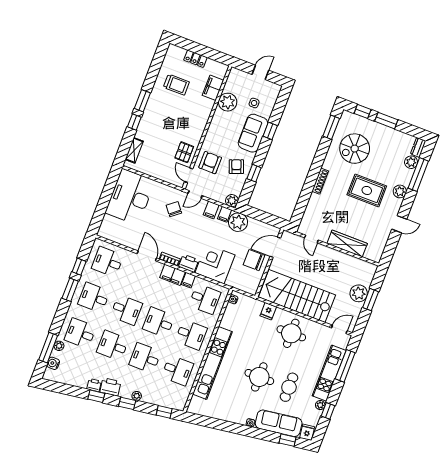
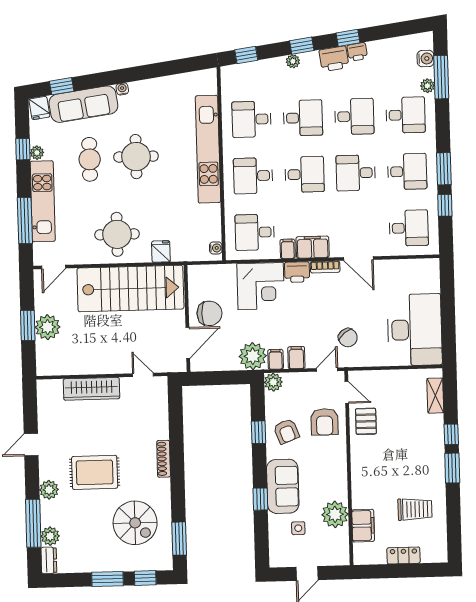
trolley: (176, 85) -> (415, 509), turned 180
spiral stairs: (355, 149) -> (135, 523), turned 90

